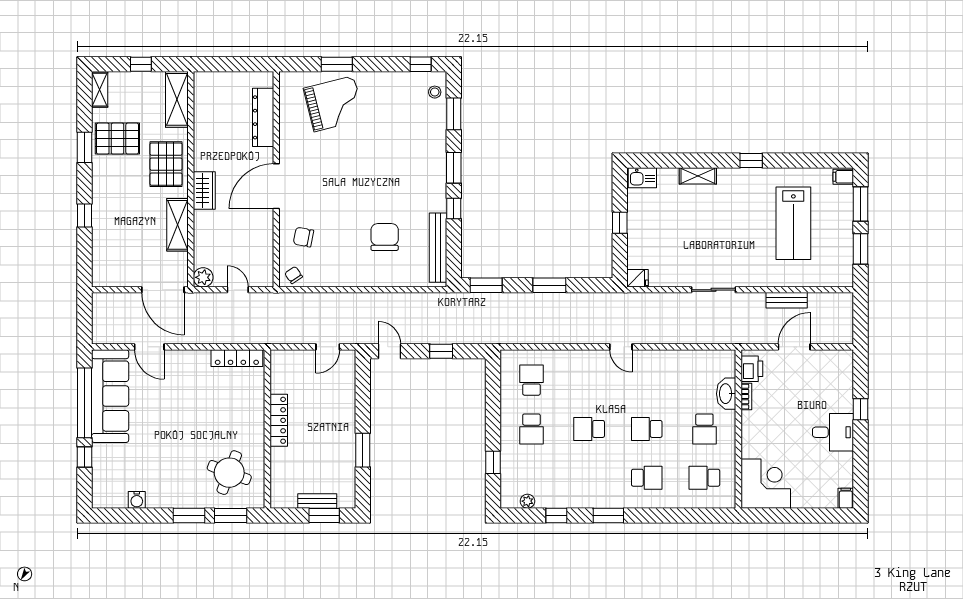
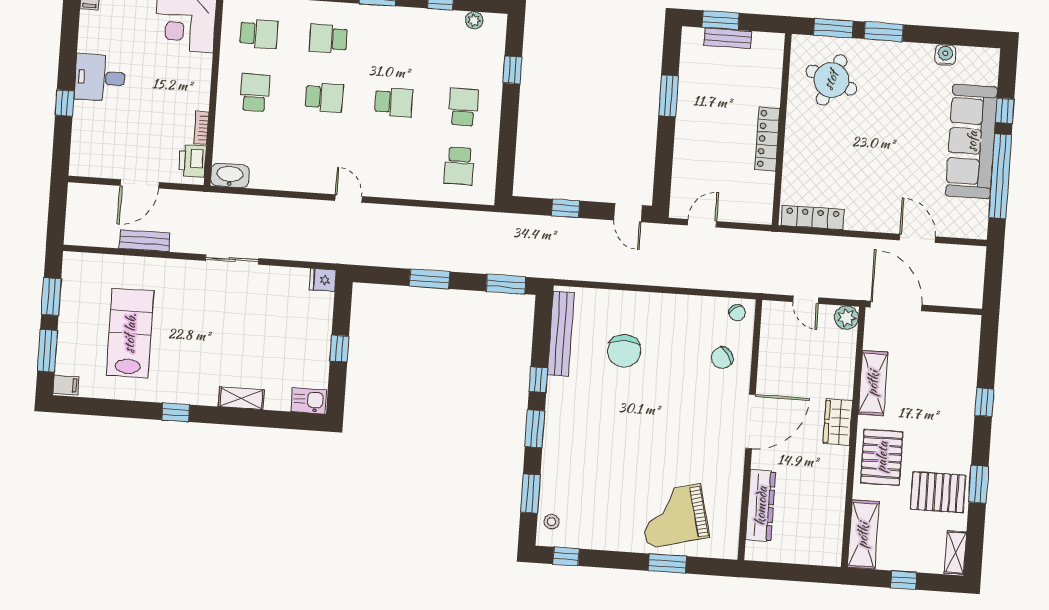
chair: (303, 237) -> (722, 358), turned 134
washbasin: (726, 394) -> (230, 175), moved, turned -90
sofa: (110, 396) -> (972, 141), moved

